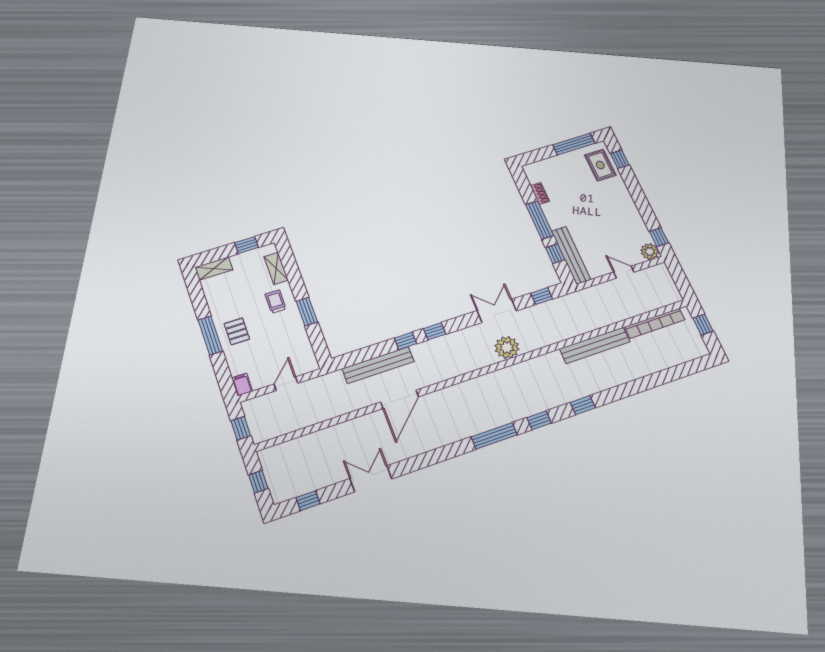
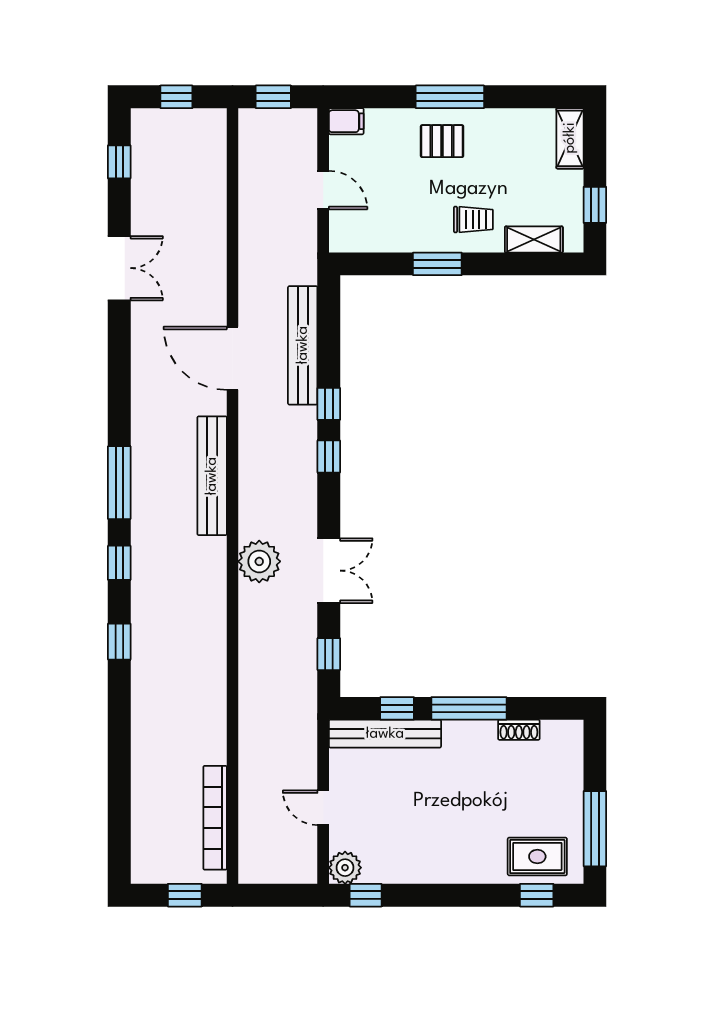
door: (624, 272) -> (323, 808), swing flipped
bench: (595, 345) -> (212, 476), moved

